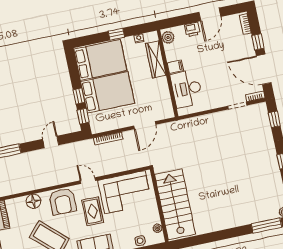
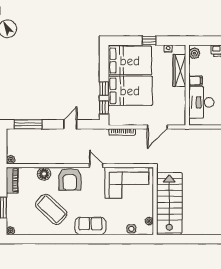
rug: (93, 211) -> (95, 194), removed

